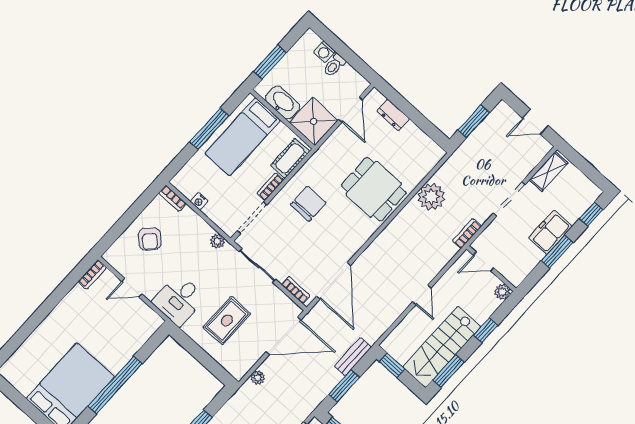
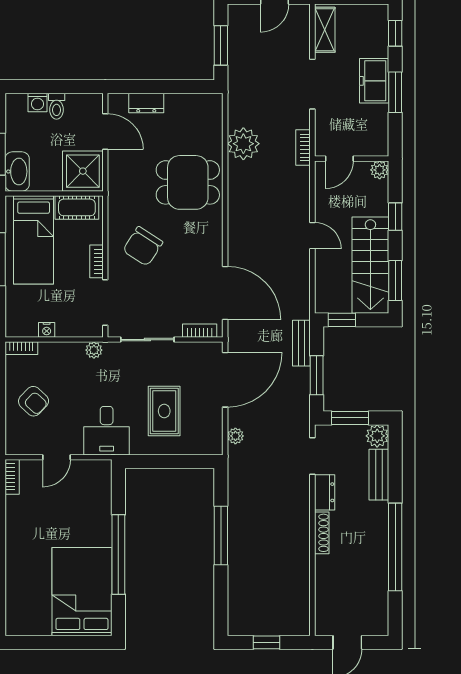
washbasin: (282, 103) -> (17, 172), moved, turned 90
cot: (290, 158) -> (77, 207), moved, turned 90
chair: (308, 204) -> (143, 246), turned -147

